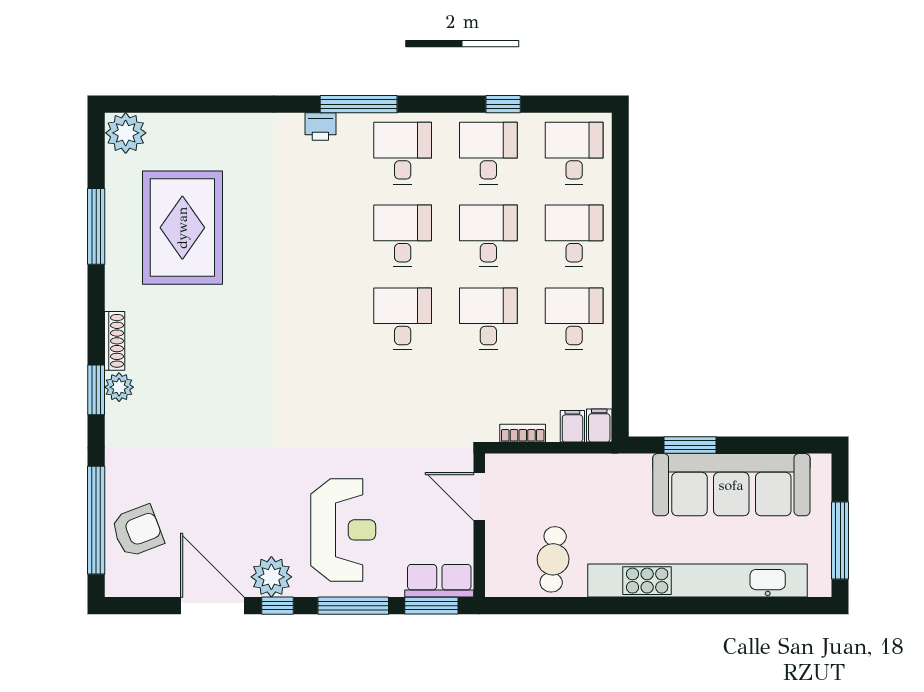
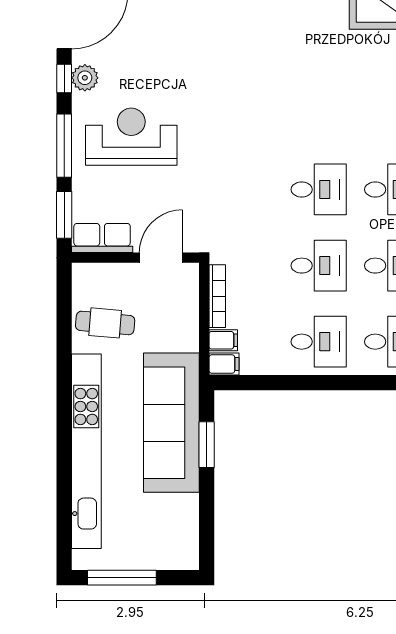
bookcase: (523, 433) -> (217, 296), width x1.56
sofa: (731, 485) -> (171, 423), moved
reception desk: (343, 530) -> (131, 137), turned 180
plant: (271, 577) -> (85, 78), width x0.73, depth x0.73
row of seats: (439, 581) -> (102, 238), moved, turned -90

